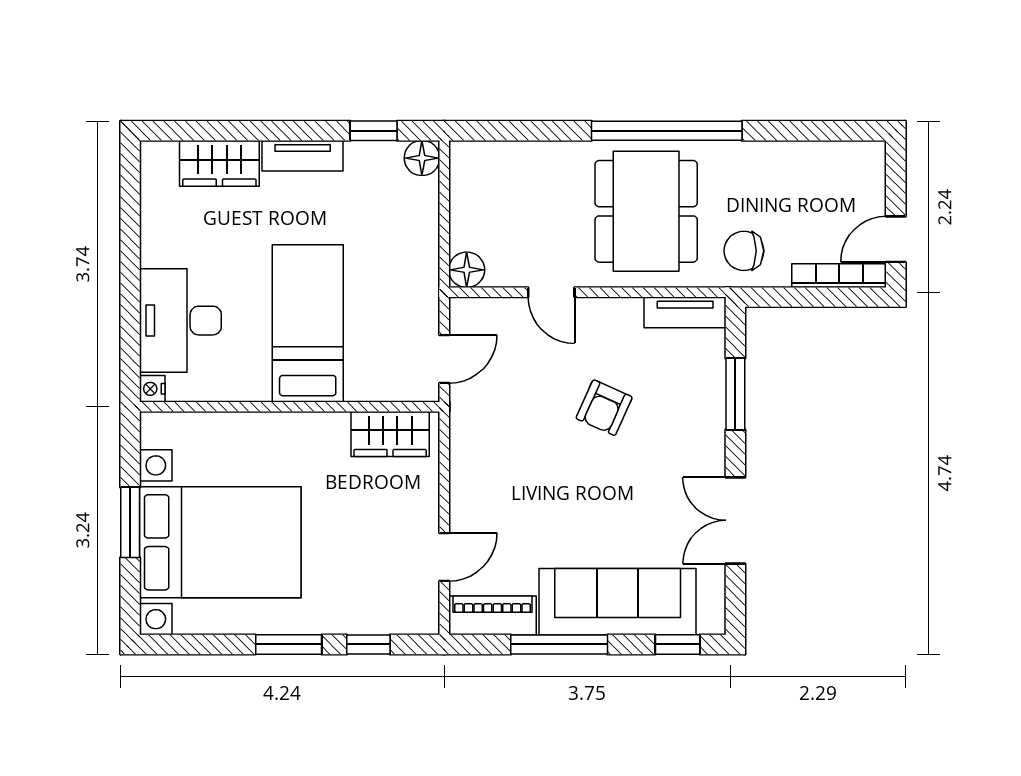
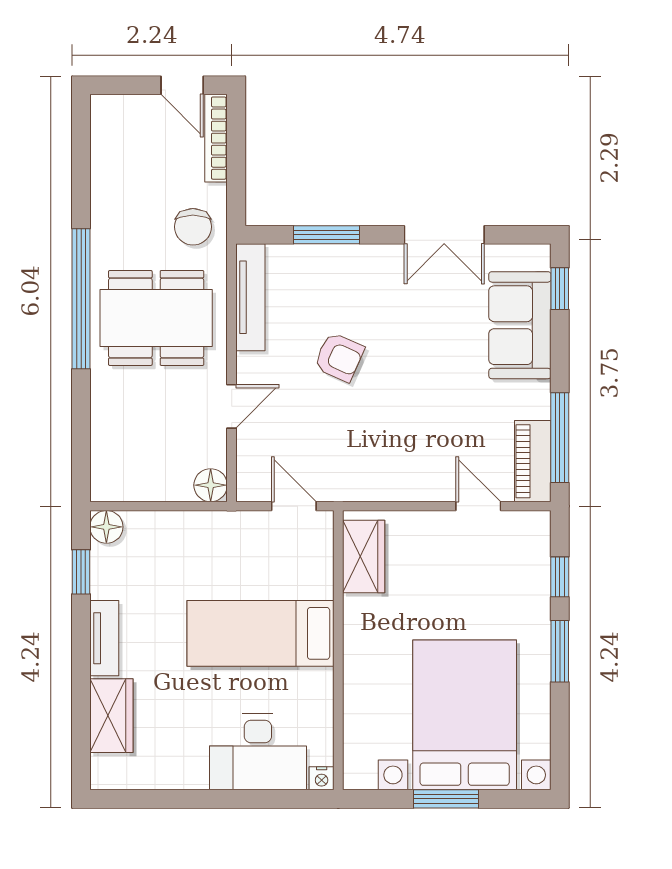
tv unit: (685, 312) -> (250, 297), width x1.41
sofa: (618, 602) -> (520, 325), width x0.73
window: (559, 644) -> (560, 438), moved

